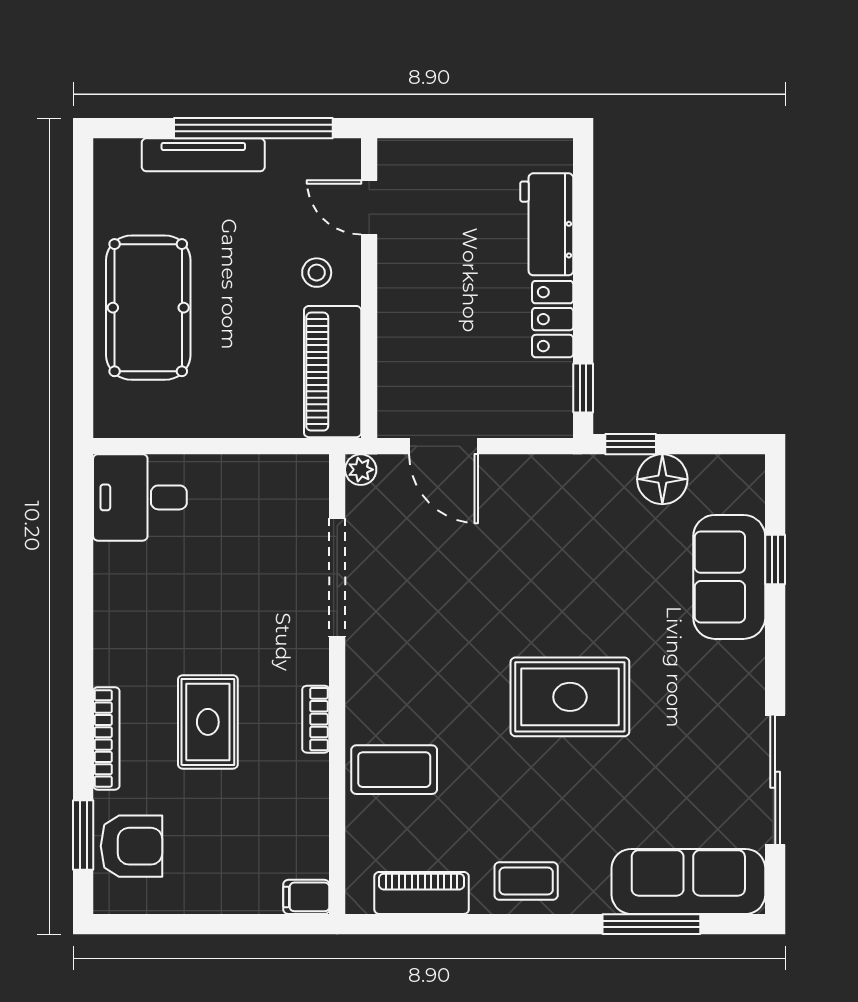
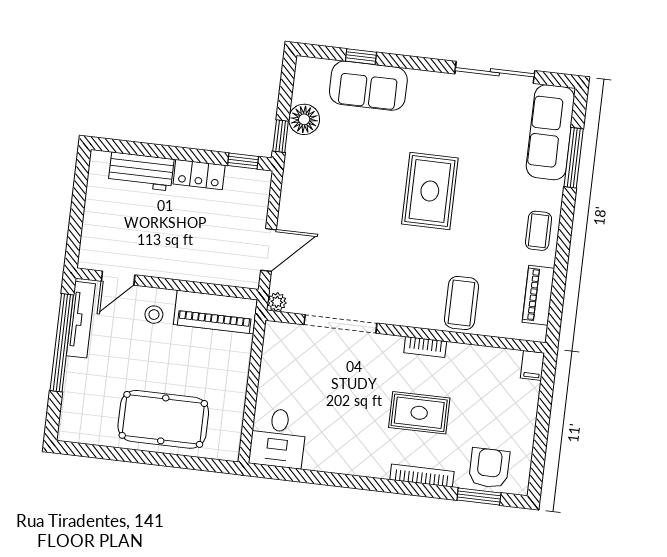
tv unit: (203, 155) -> (81, 320), moved

